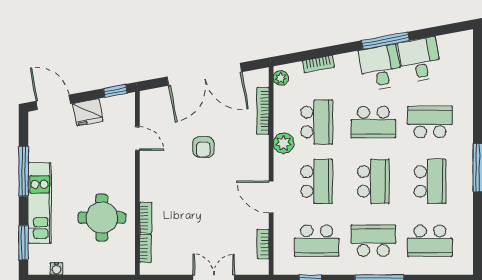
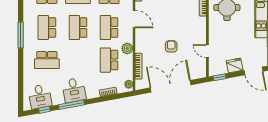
window: (434, 32) -> (44, 110), added
desk: (420, 60) -> (40, 96), moved
school desk: (373, 122) -> (78, 60), removed

